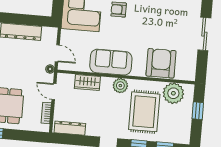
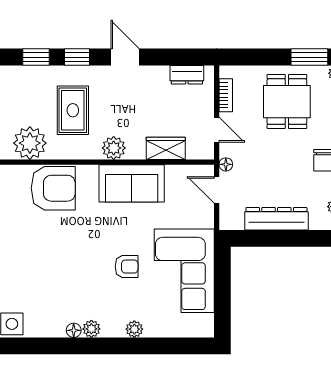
armchair: (161, 63) -> (53, 188), turned -90
rug: (144, 112) -> (73, 110), width x0.73, depth x0.70
dresser: (70, 128) -> (187, 75), width x0.70

